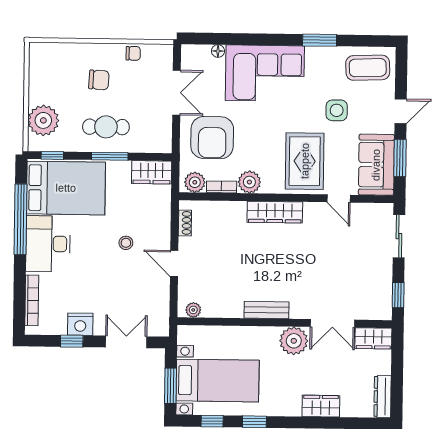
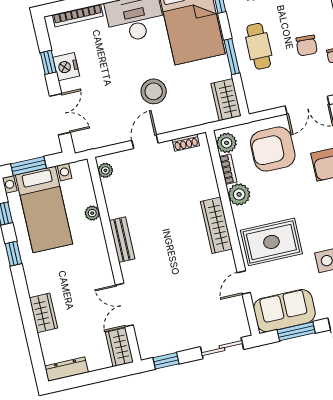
chair: (99, 80) -> (307, 46), moved
stool: (126, 243) -> (154, 91), width x1.89, depth x1.89
plant: (294, 341) -> (92, 213), moved, width x0.53, depth x0.53

